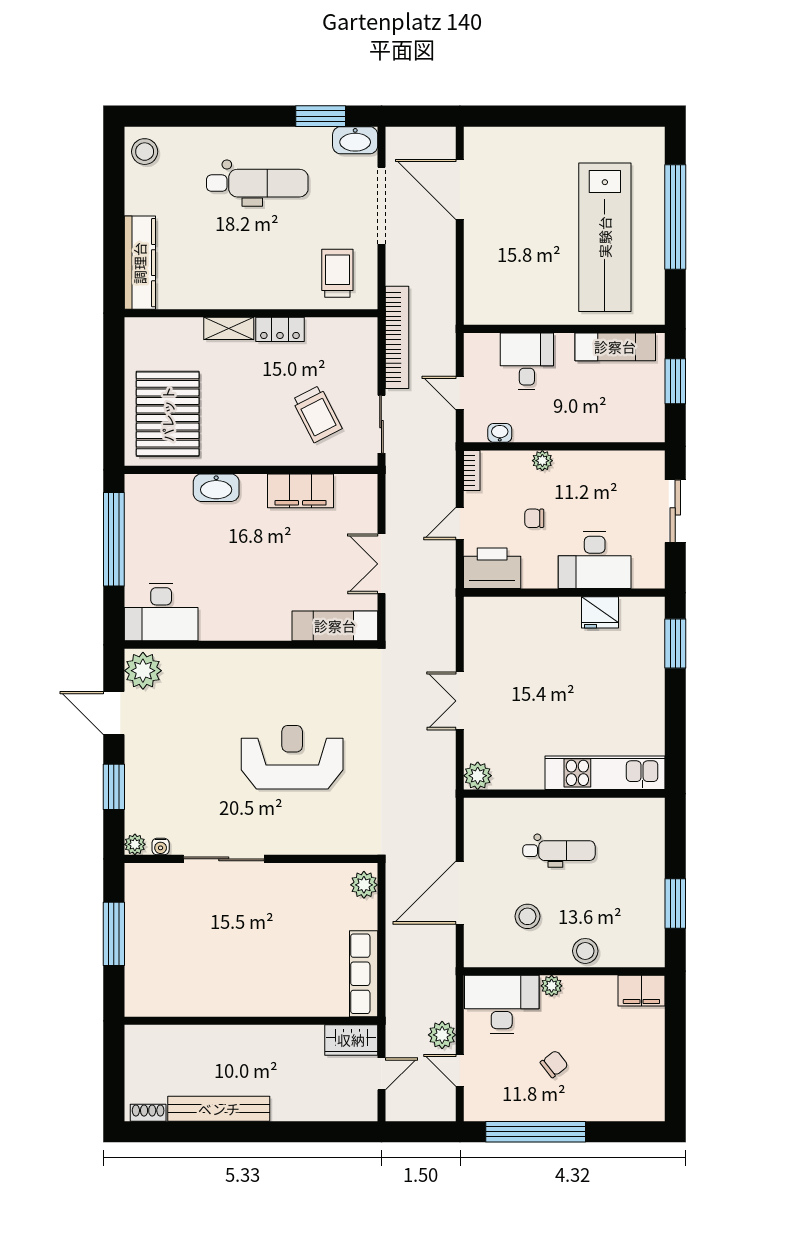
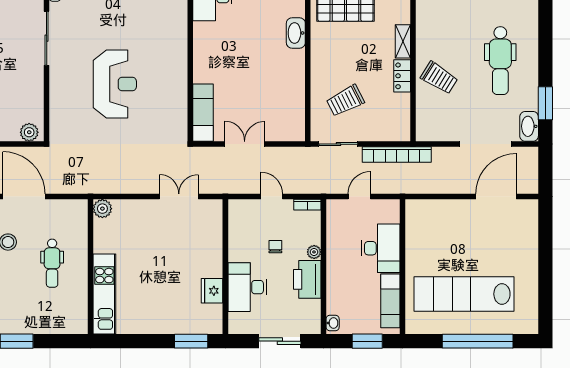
trolley: (337, 273) -> (439, 78), moved, turned 32
desk: (527, 361) -> (381, 248), width x1.37
washbasin: (500, 433) -> (333, 323), moved
filing cabinet: (301, 491) -> (294, 90), removed
printer: (492, 568) -> (307, 279), moved, turned 180
double door: (460, 701) -> (179, 197), moved

